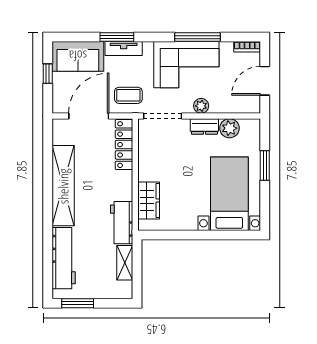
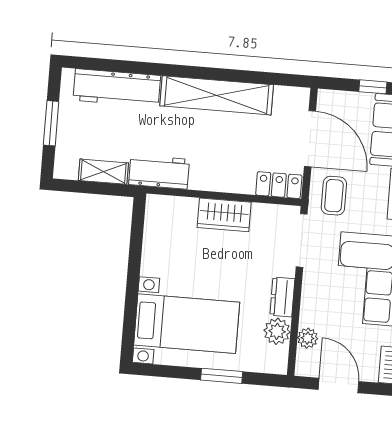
plant: (201, 106) -> (308, 338), moved
locker: (124, 145) -> (279, 185), width x0.66
wardrobe: (149, 201) -> (224, 215), moved
window: (78, 303) -> (51, 123), moved

